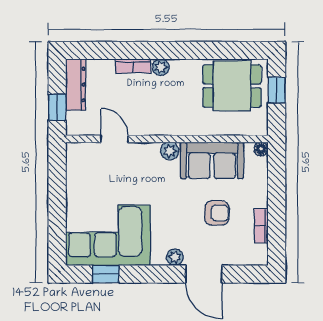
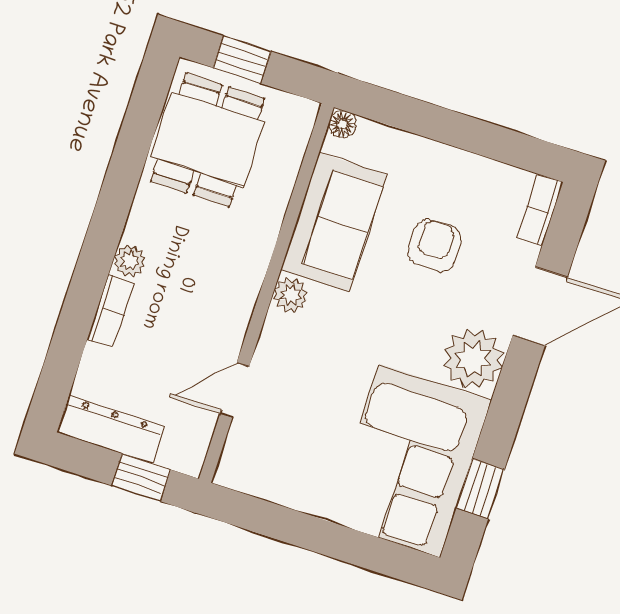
bookcase: (261, 226) -> (540, 210), moved, turned 90
plant: (175, 257) -> (473, 359), width x1.88, depth x1.88

